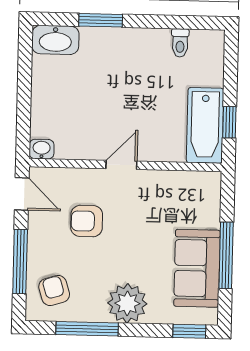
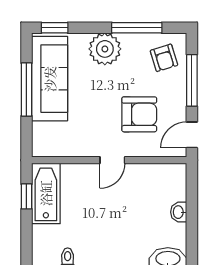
washbasin: (42, 149) -> (179, 212), moved, turned 90
door: (22, 194) -> (192, 135), hinge flipped
armchair: (87, 221) -> (139, 114), width x1.38, depth x1.38
sofa: (197, 268) -> (50, 79), width x1.36

